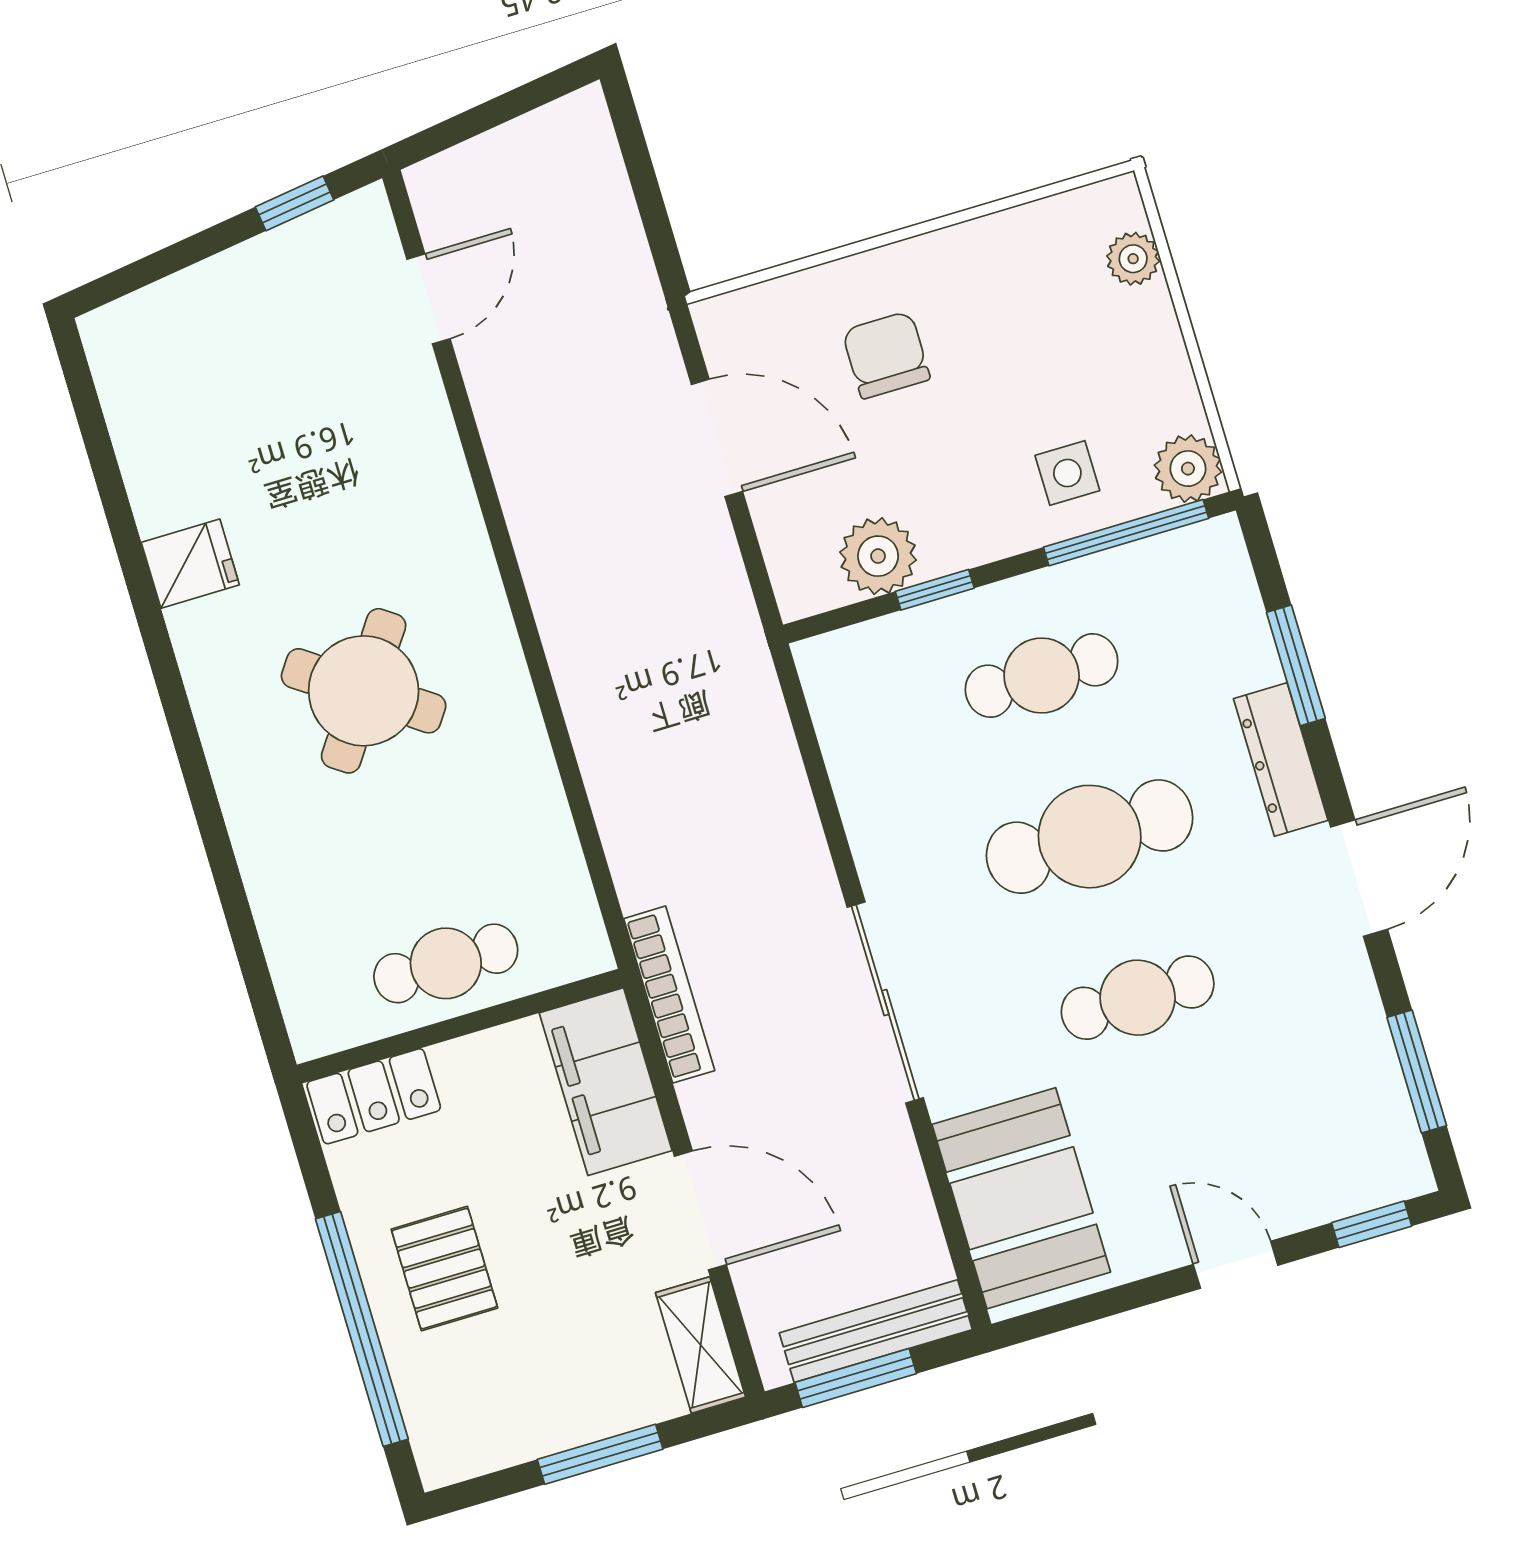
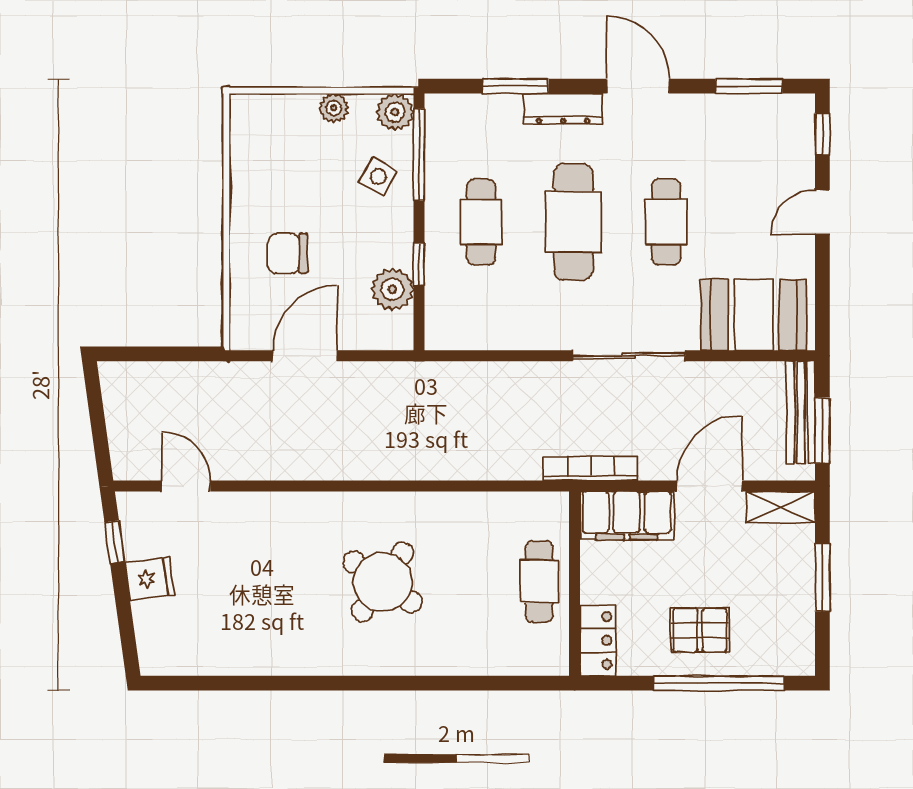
plant: (1133, 259) -> (334, 108), moved
side table: (1067, 473) -> (378, 176), turned 30
fridge: (190, 564) -> (150, 579), moved, turned 82

